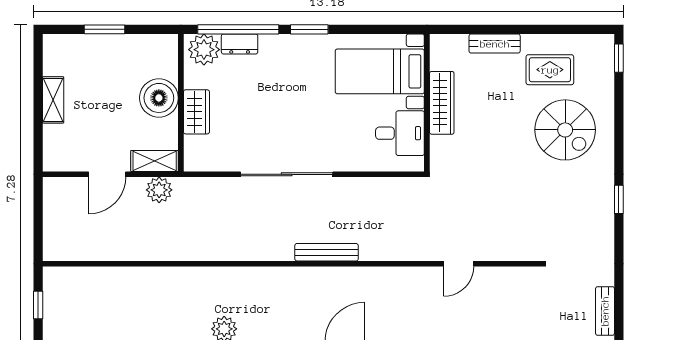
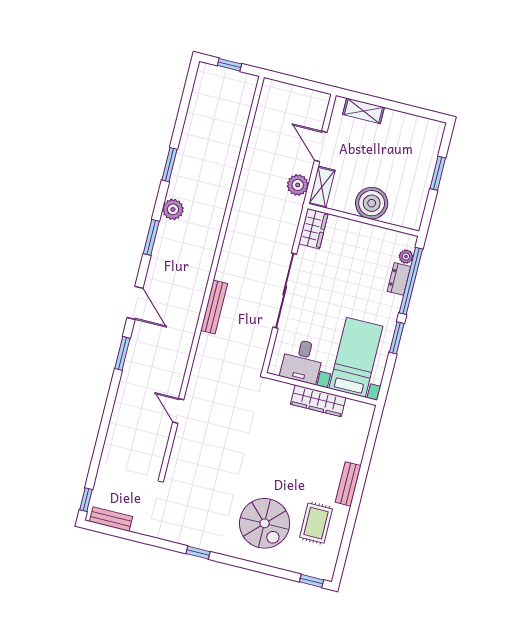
plant: (204, 50) -> (406, 257), width x0.53, depth x0.53
bed with nightstands: (380, 71) -> (356, 357), moved
shelving: (53, 100) -> (364, 111), moved
wall: (427, 103) -> (321, 389), moved
wardrobe: (442, 103) -> (318, 401), moved
wardrobe: (196, 112) -> (313, 229), moved, turned -90
spiral stairs: (565, 130) -> (265, 523), turned -90
desk: (400, 133) -> (302, 361), moved

